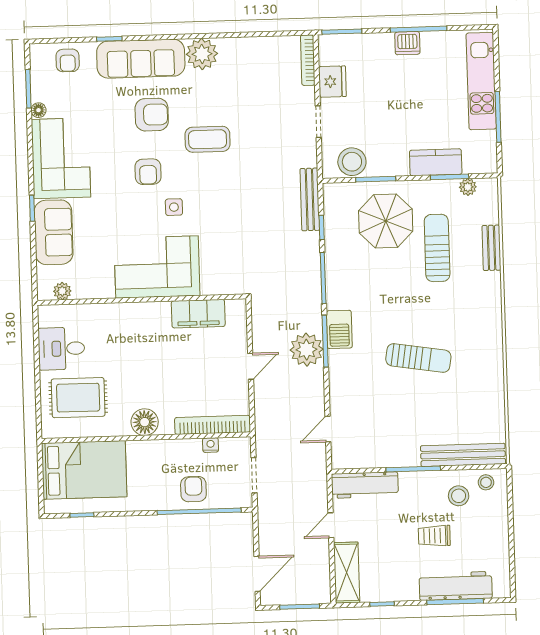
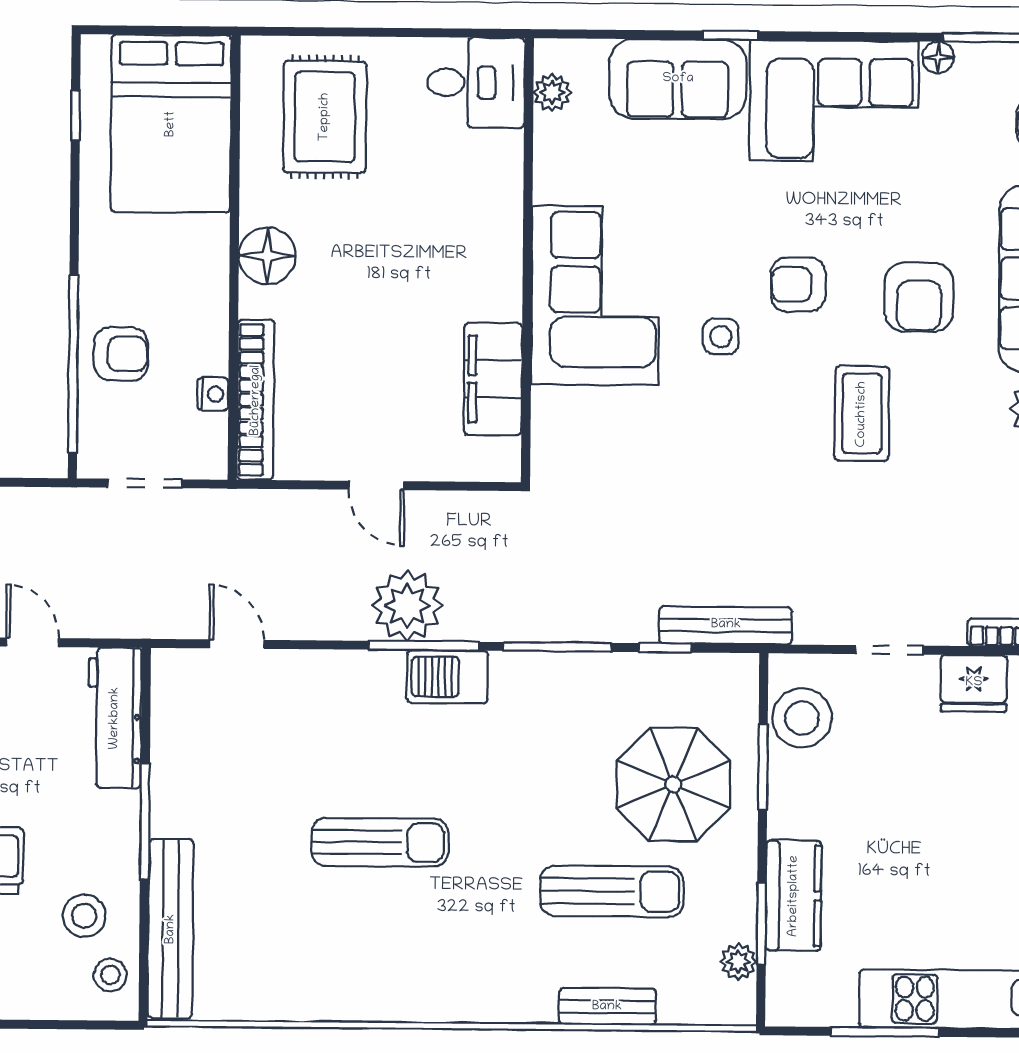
desk: (61, 349) -> (476, 83), moved, turned 90
sun lounger: (418, 358) -> (380, 842), turned -99

